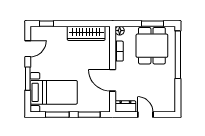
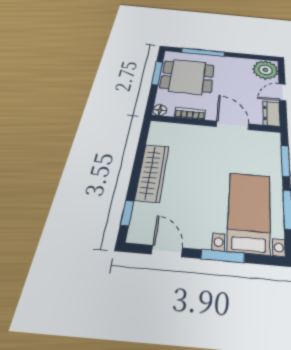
wardrobe: (86, 33) -> (152, 172), moved
window: (178, 55) -> (203, 52), width x0.68
door: (113, 80) -> (233, 125), swing flipped
plant: (165, 103) -> (265, 70), added

